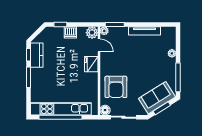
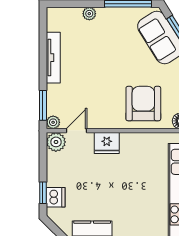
dishwasher: (70, 32) -> (56, 197), moved
armchair: (116, 87) -> (143, 104), turned -90

